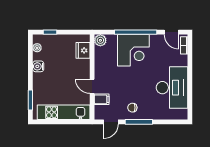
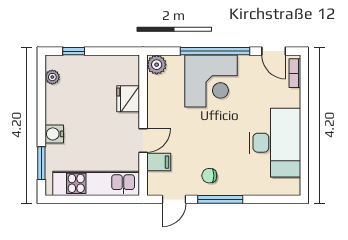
fridge: (83, 50) -> (128, 99), moved
water cooler: (38, 66) -> (54, 134), moved
door: (92, 86) -> (143, 140), swing flipped

